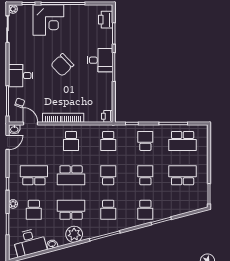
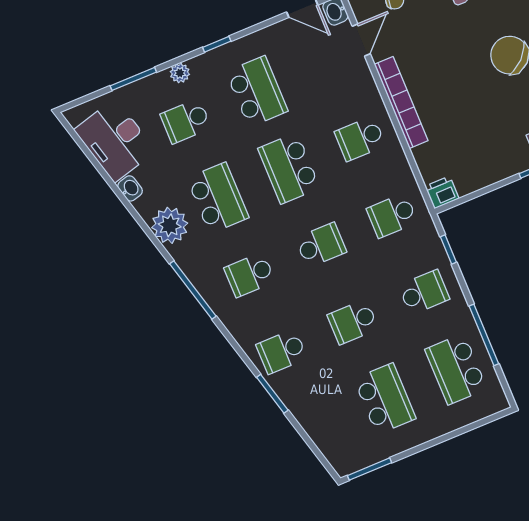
school desk: (145, 175) -> (353, 322), turned 180

